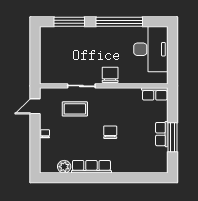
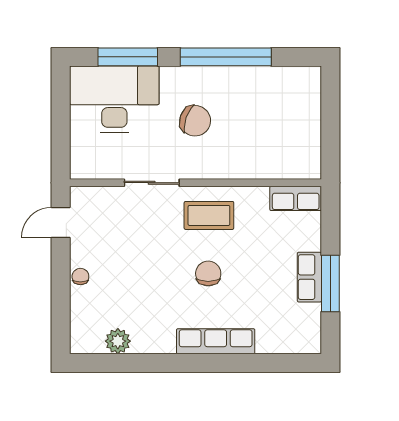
desk: (151, 49) -> (114, 99), moved, turned -90
chair: (110, 75) -> (195, 121), moved, turned 109
coffee table: (75, 109) -> (209, 215), moved
row of seats: (91, 167) -> (216, 341), moved

